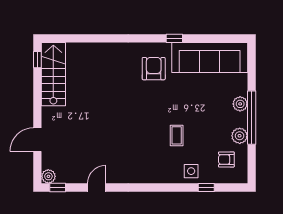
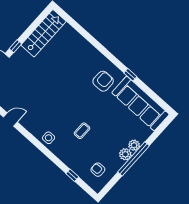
window: (37, 60) -> (15, 46), moved
plant: (240, 136) -> (125, 154), moved
side table: (191, 171) -> (49, 138), moved

